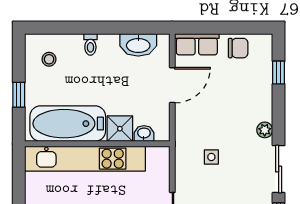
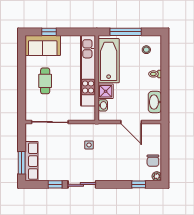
row of seats: (197, 44) -> (155, 136), removed
window: (19, 95) -> (126, 32), width x2.17
plant: (265, 130) -> (157, 176), moved

